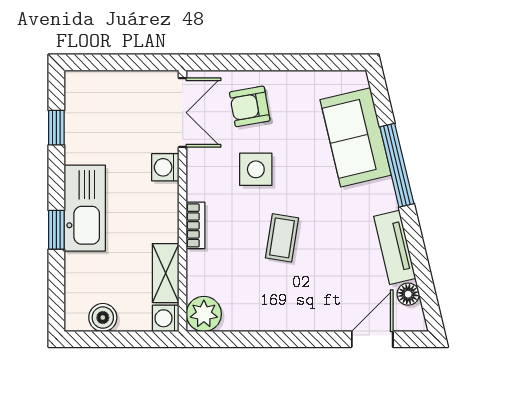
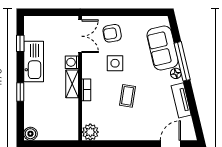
kitchen sink: (85, 208) -> (34, 62), moved
shelving: (166, 273) -> (72, 84), moved
floor lamp: (408, 294) -> (176, 73), moved
boiler: (103, 318) -> (30, 134), moved
washing machine: (166, 318) -> (72, 134), removed

